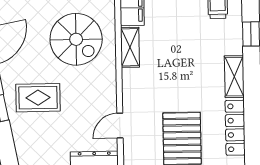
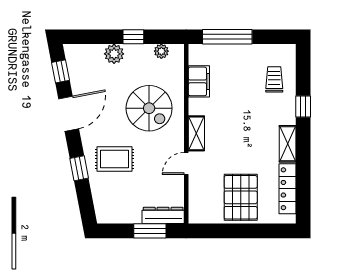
shelving: (130, 47) -> (196, 133), moved
door: (120, 126) -> (186, 163), moved

